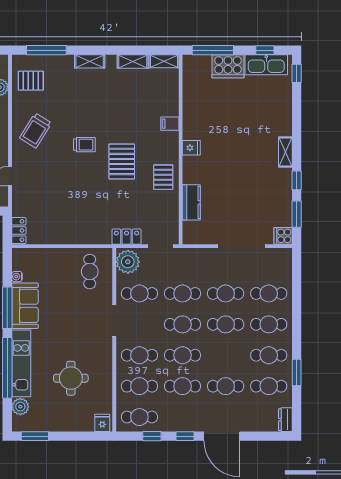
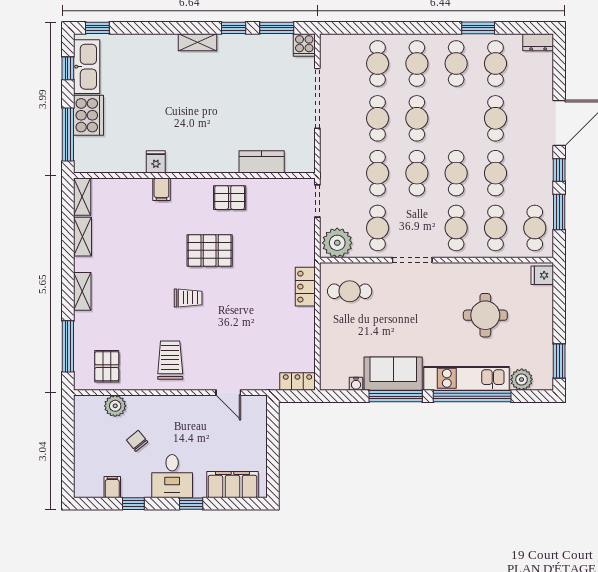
trolley: (36, 130) -> (170, 360), turned -122
trolley: (84, 145) -> (188, 298), turned 90
fridge: (191, 148) -> (156, 162), moved
locker: (126, 237) -> (305, 287), moved
window: (152, 436) -> (559, 212), width x1.50

